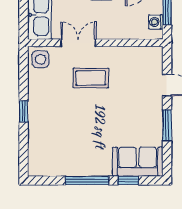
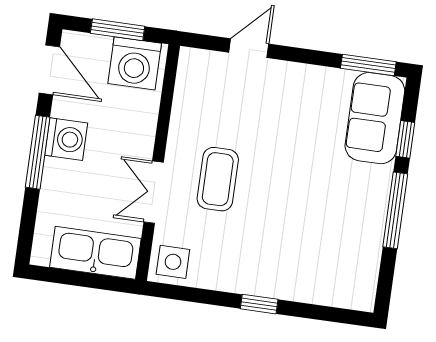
washing machine: (156, 22) -> (135, 63), width x1.89, depth x1.89
window: (167, 125) -> (368, 65), moved

